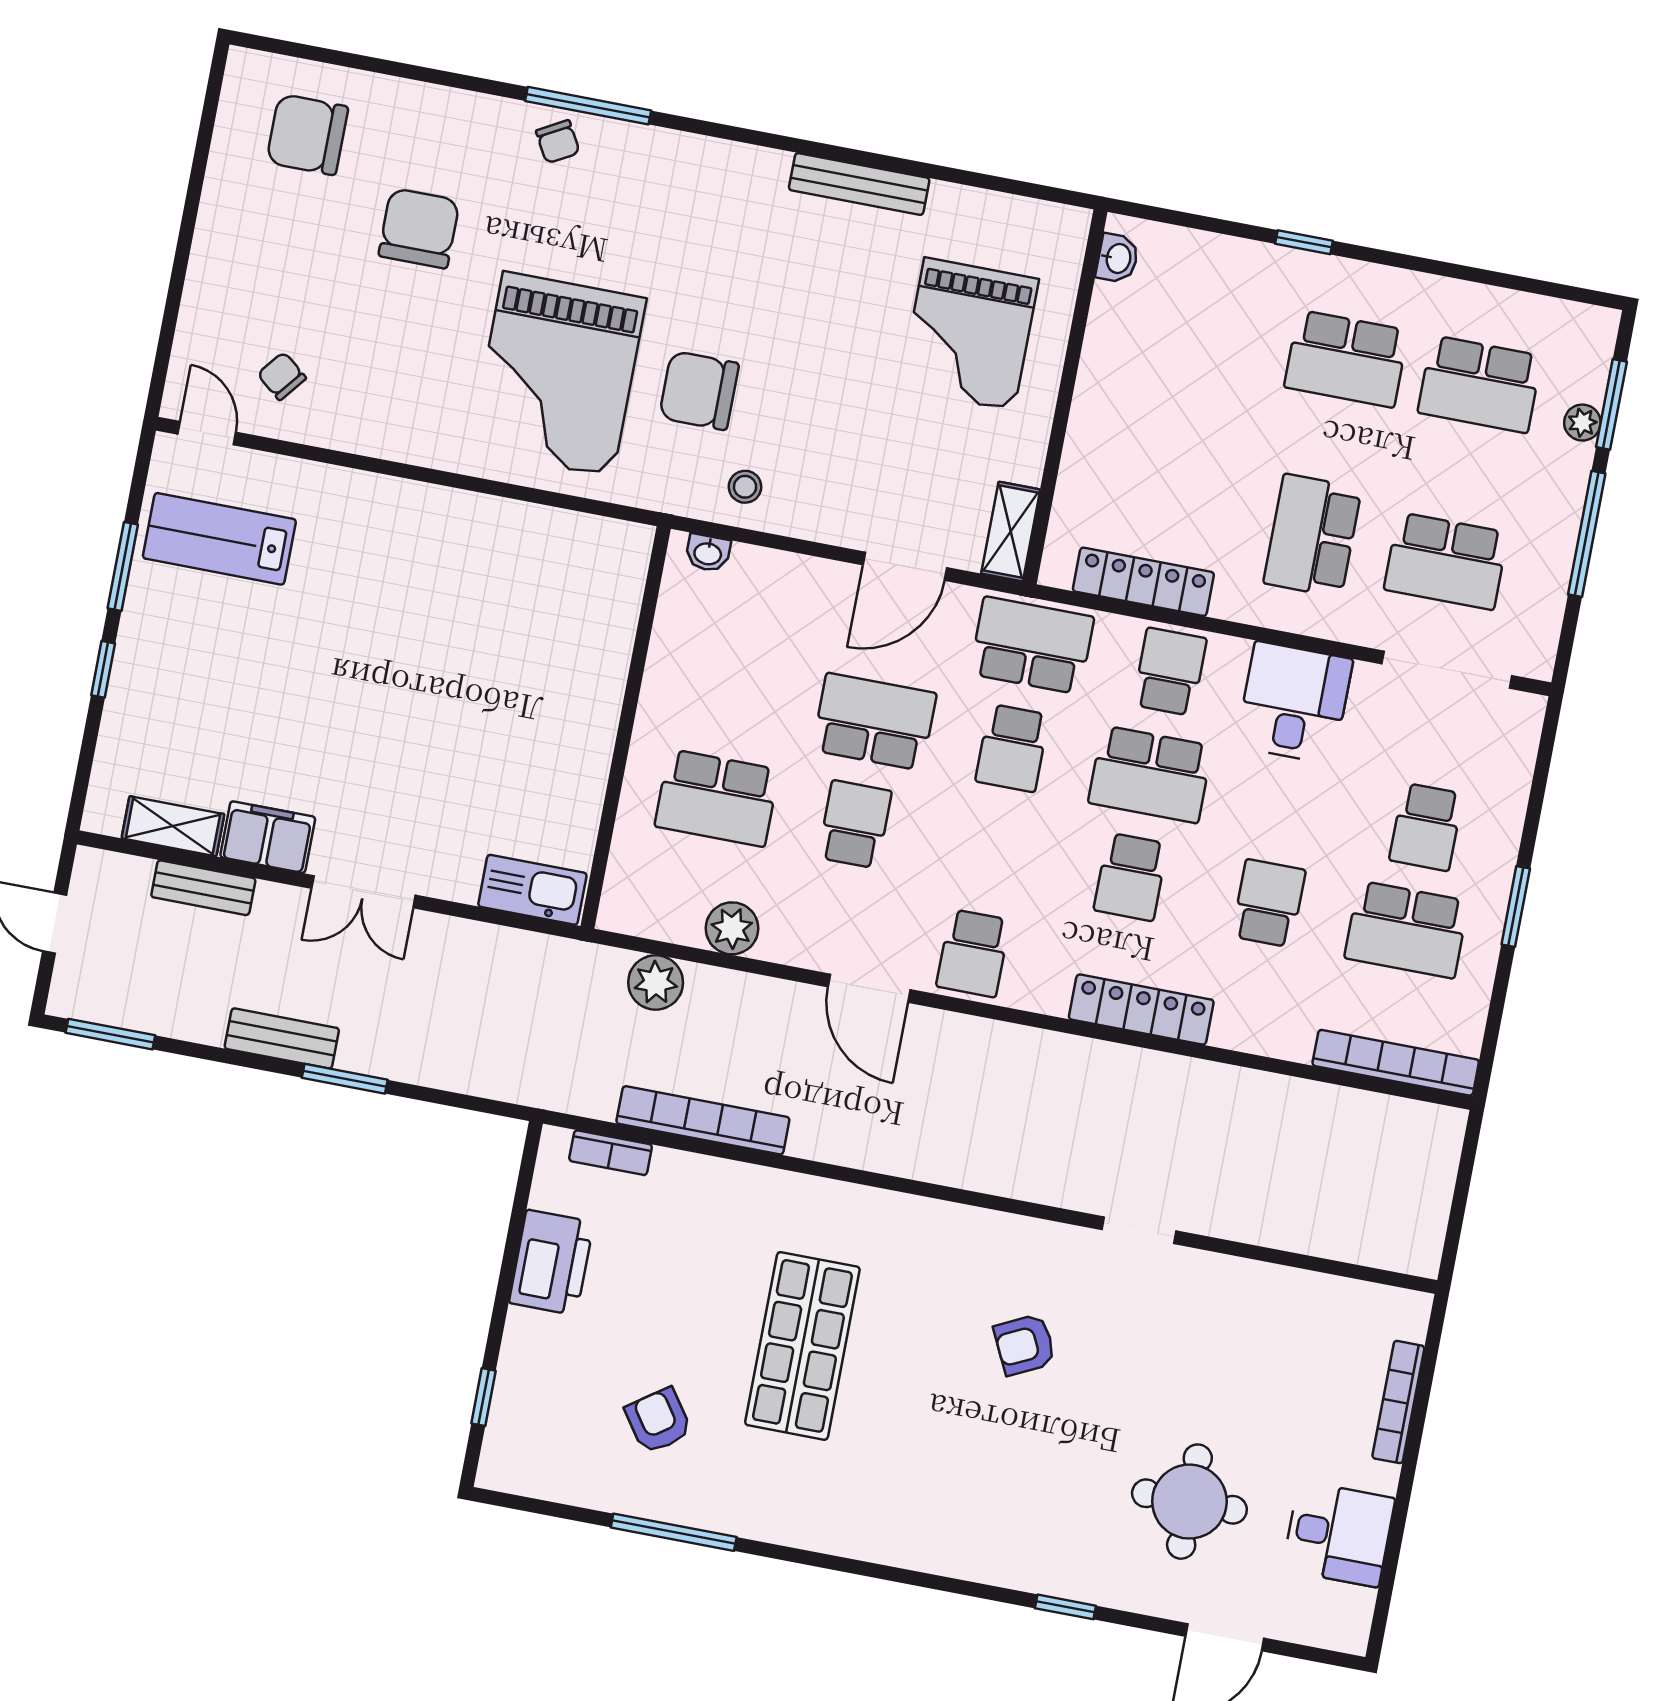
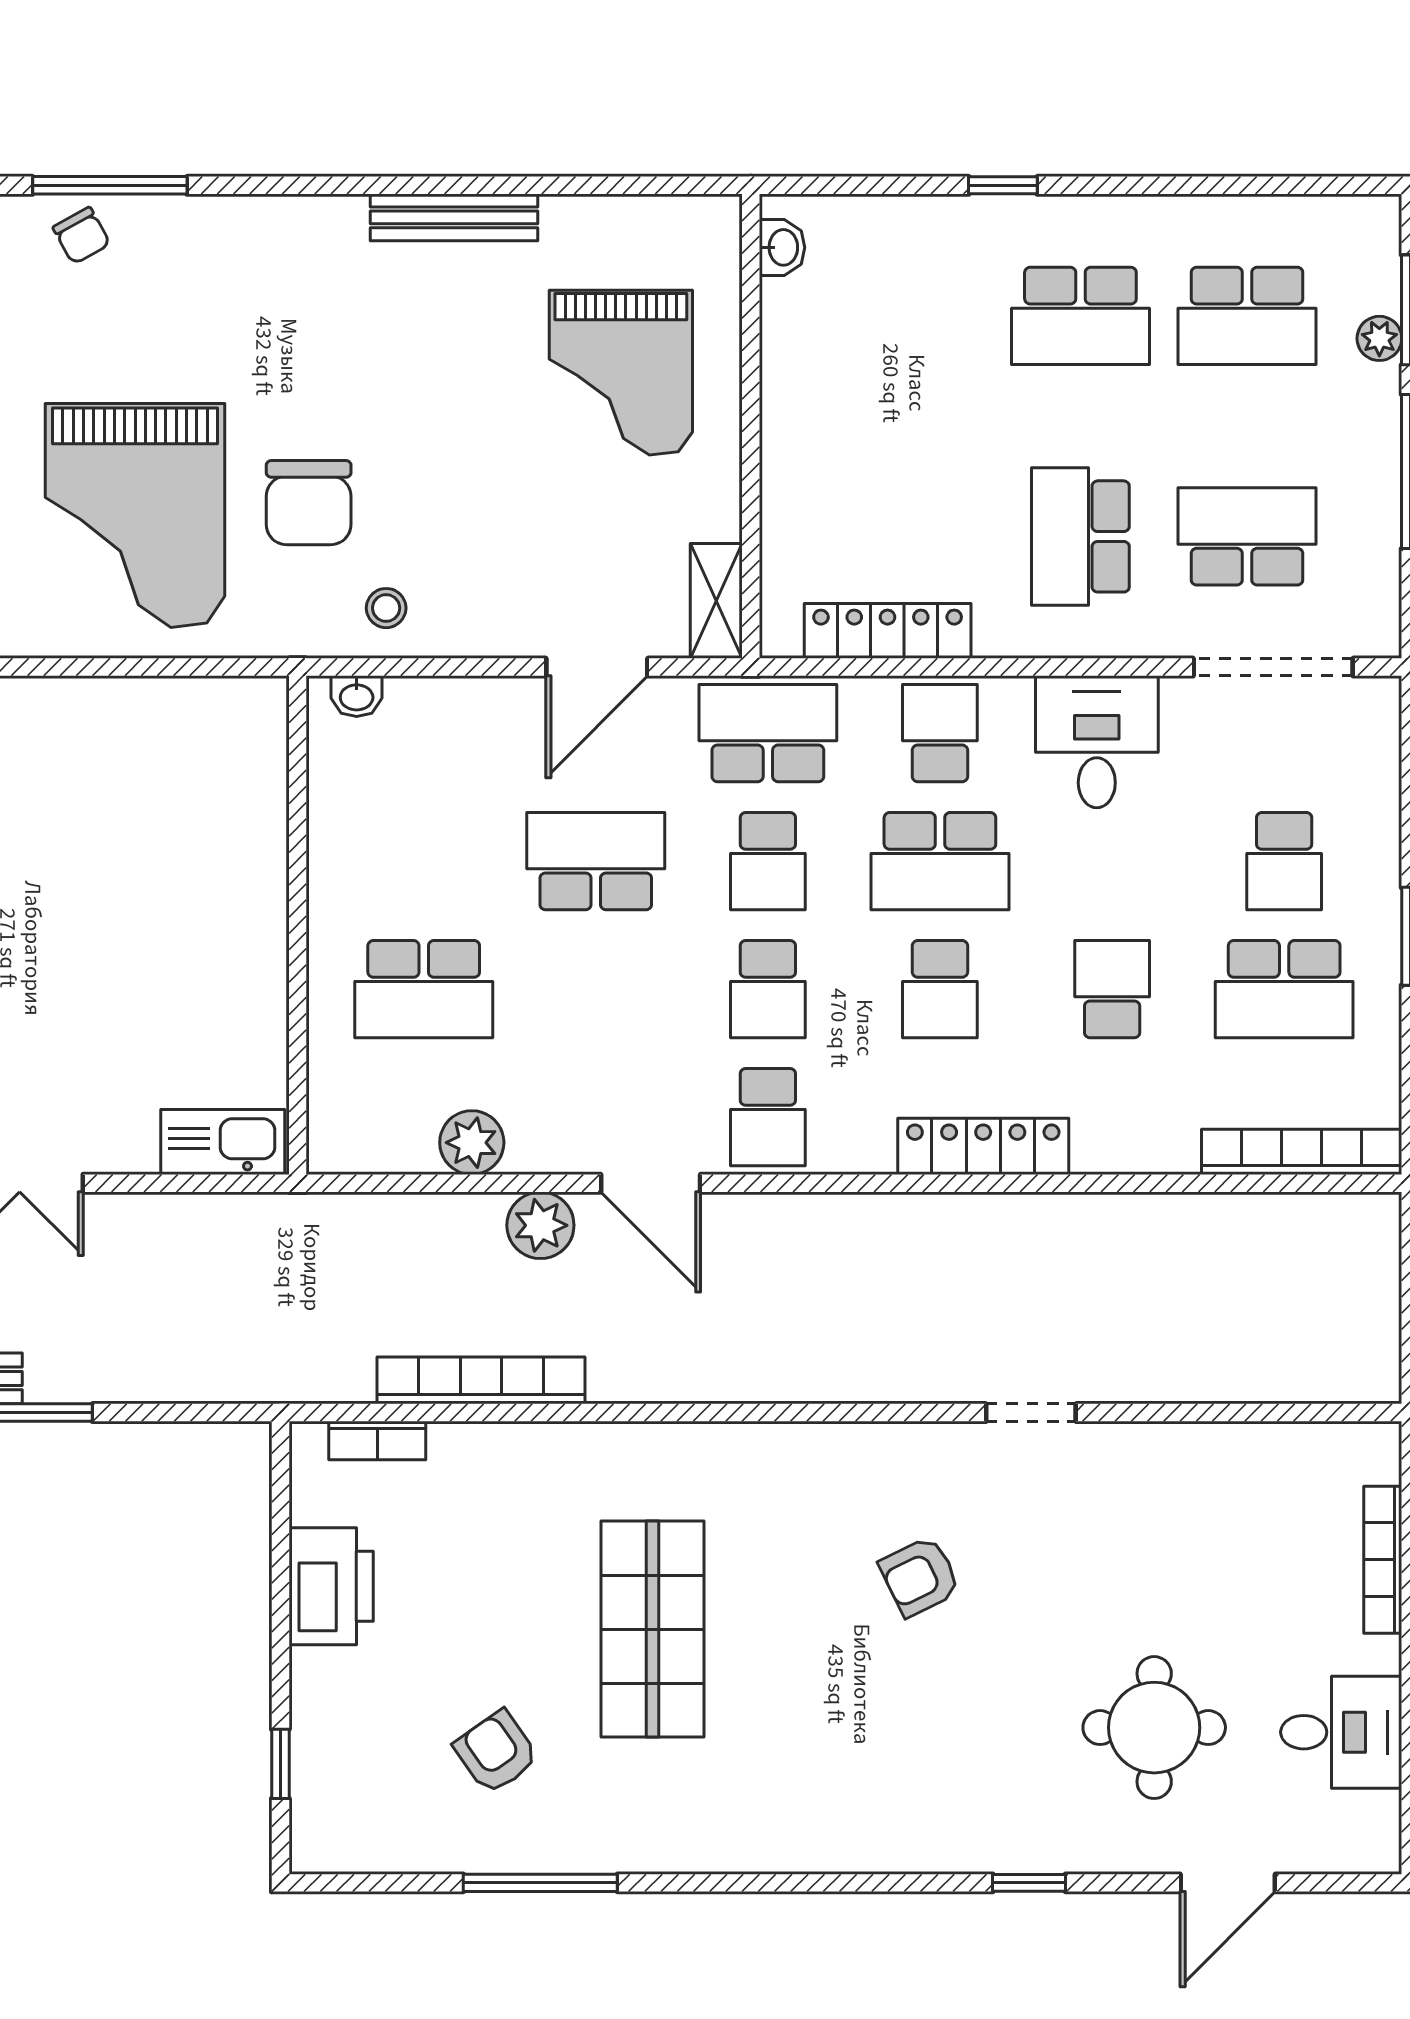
chair: (699, 391) -> (309, 503), turned -90
school desk: (1446, 561) -> (1247, 536), turned 180
school desk: (855, 824) -> (768, 989), moved, turned 180
plant: (656, 982) -> (540, 1225), moved

